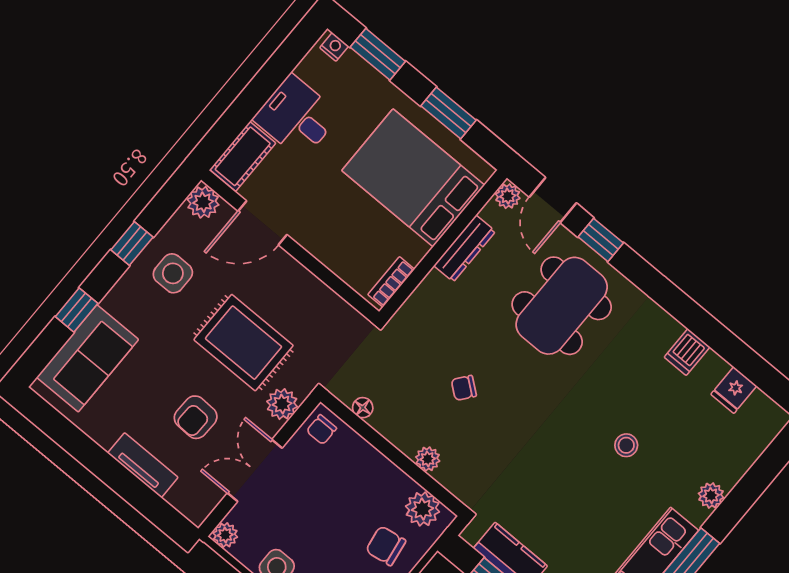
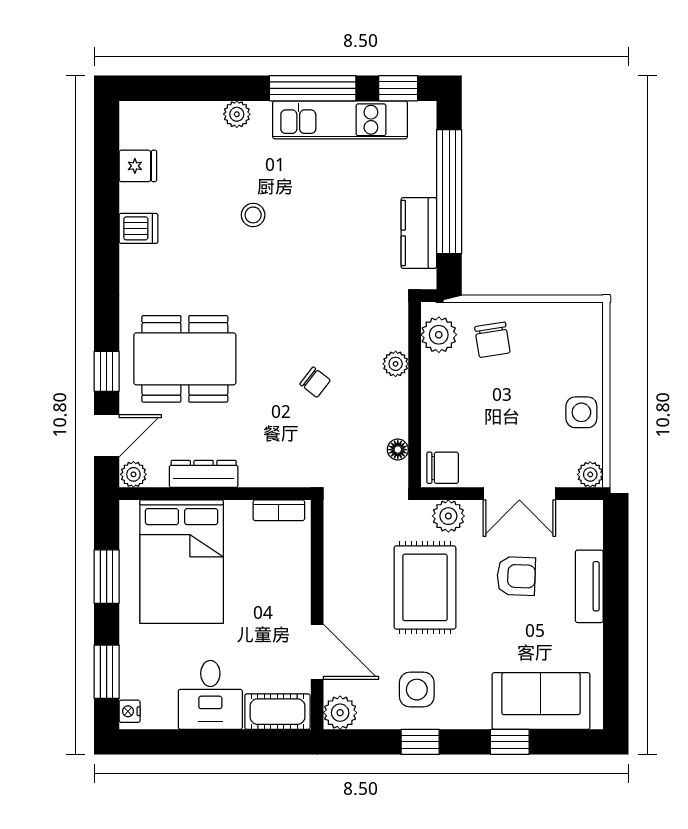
chair: (321, 430) -> (443, 468), width x1.37, depth x1.37

